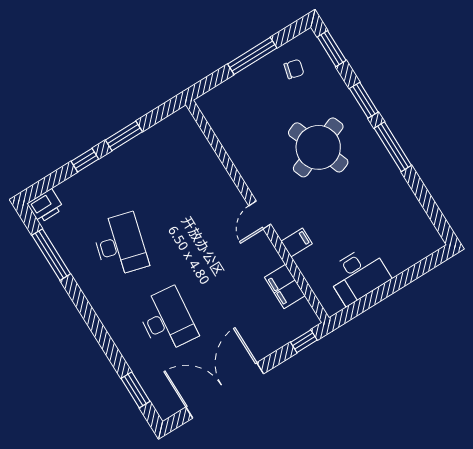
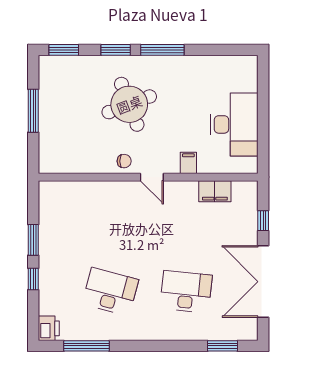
chair: (294, 69) -> (124, 161), moved, turned 76
desk: (358, 275) -> (234, 124), width x1.36, depth x1.30
window: (304, 341) -> (263, 221), moved

